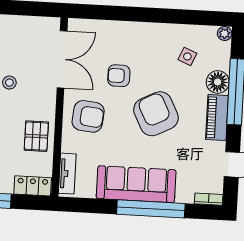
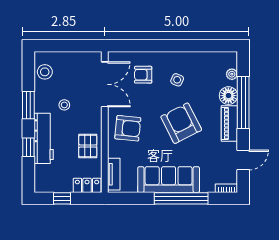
plant: (225, 34) -> (232, 74), moved
side table: (187, 56) -> (177, 80), moved
armchair: (119, 76) -> (143, 75), moved

